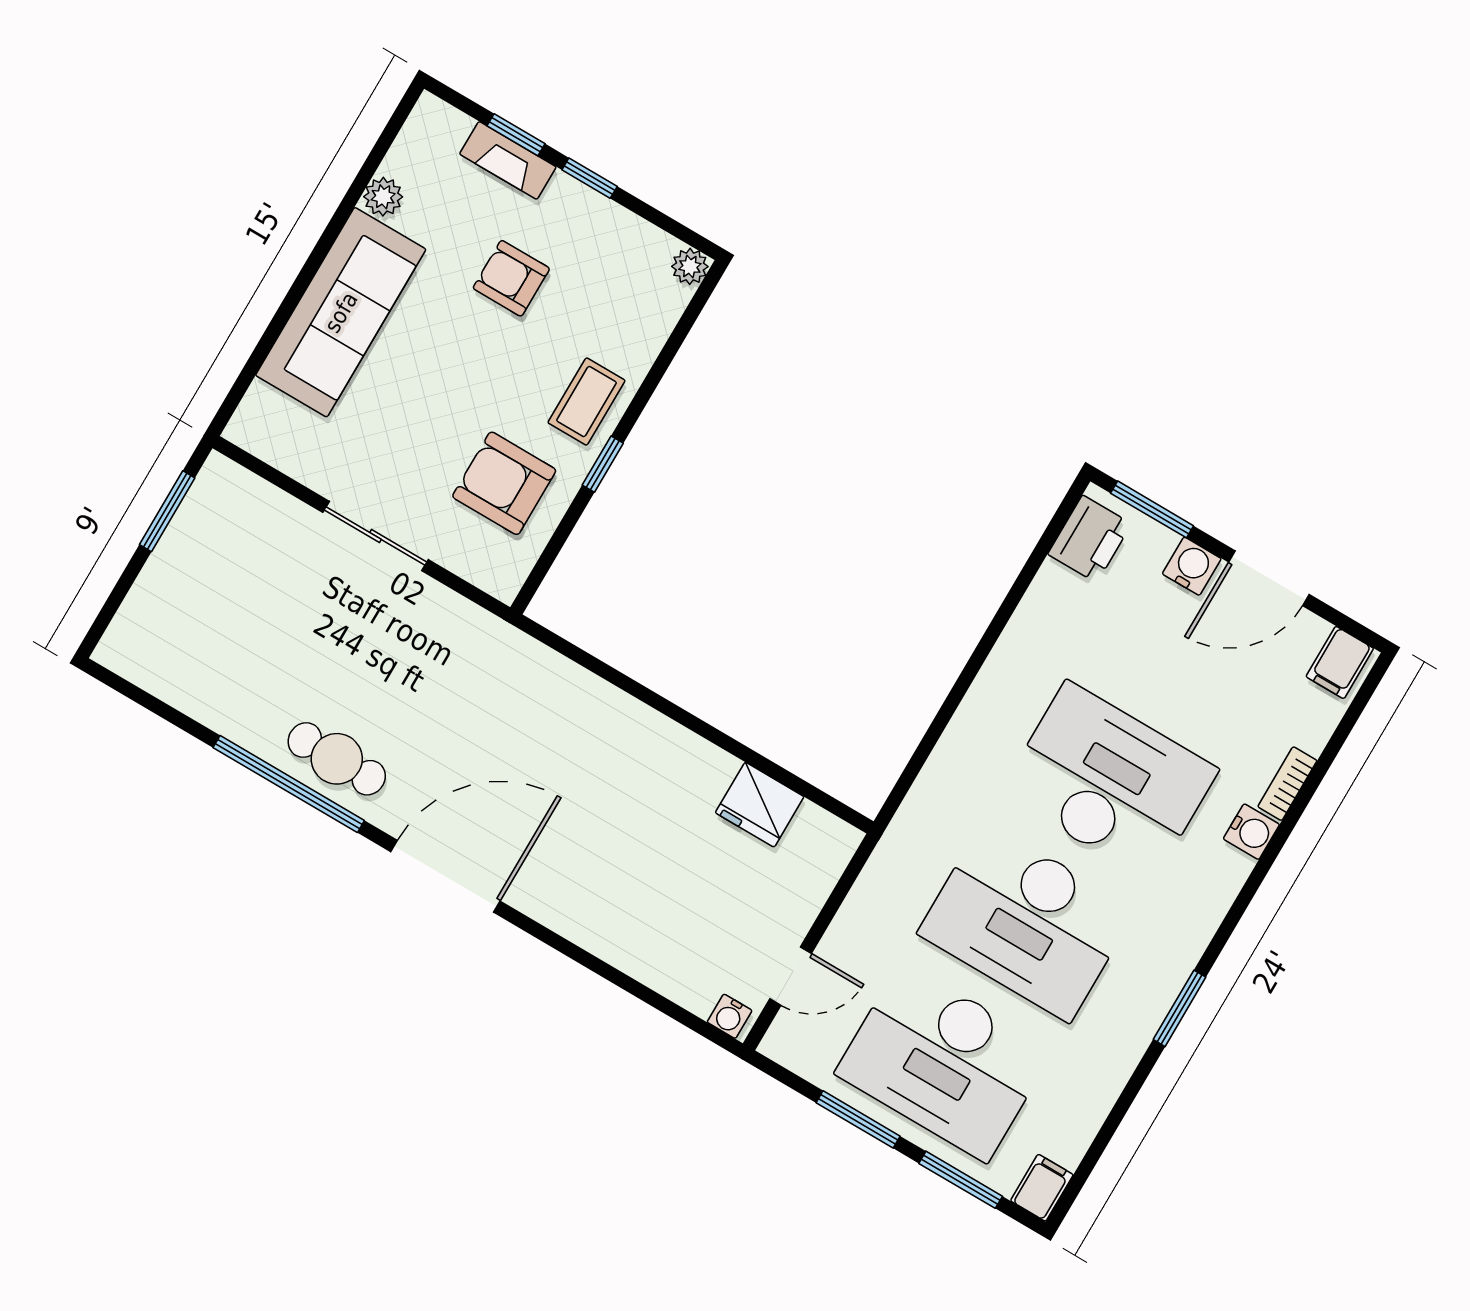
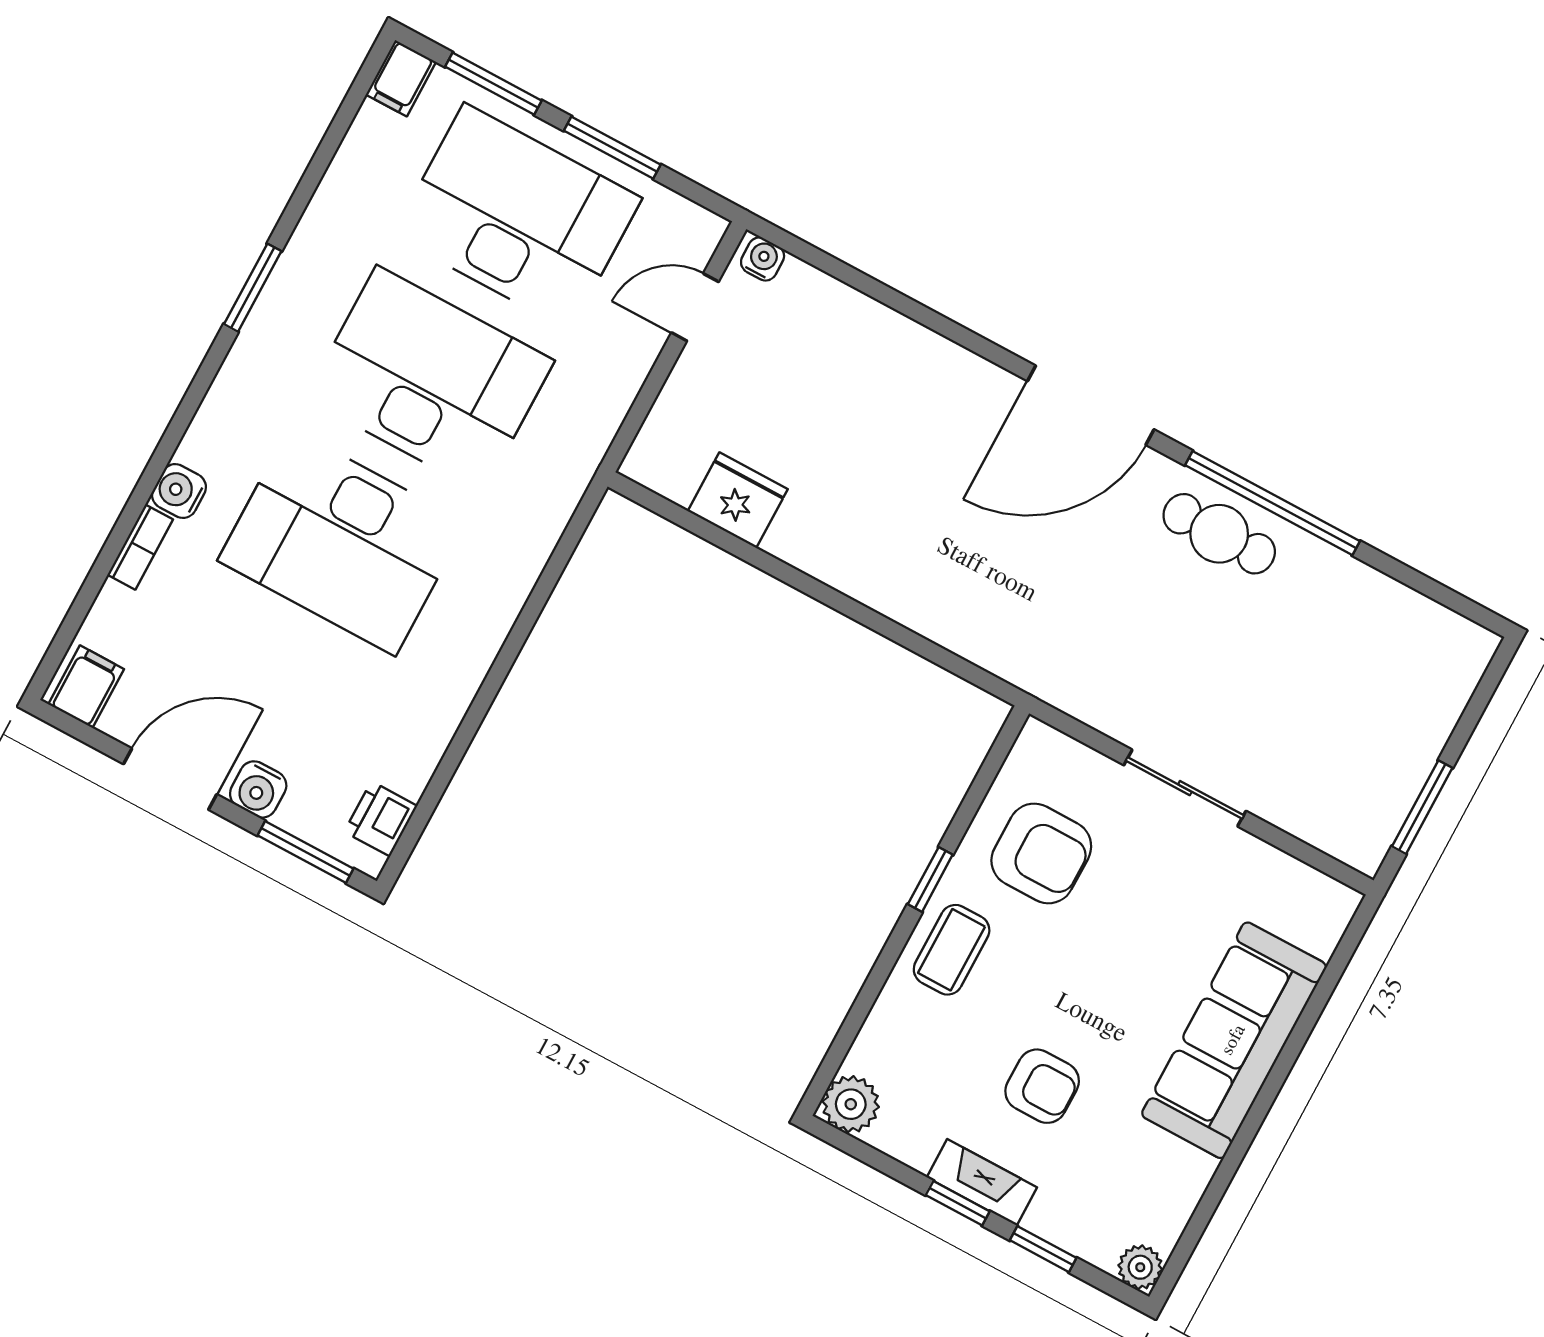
fireplace: (508, 160) -> (982, 1182), moved
plant: (383, 197) -> (1140, 1267), moved
plant: (690, 266) -> (851, 1104), width x1.38, depth x1.38
printer: (1090, 539) -> (381, 819), width x0.73, depth x0.81

